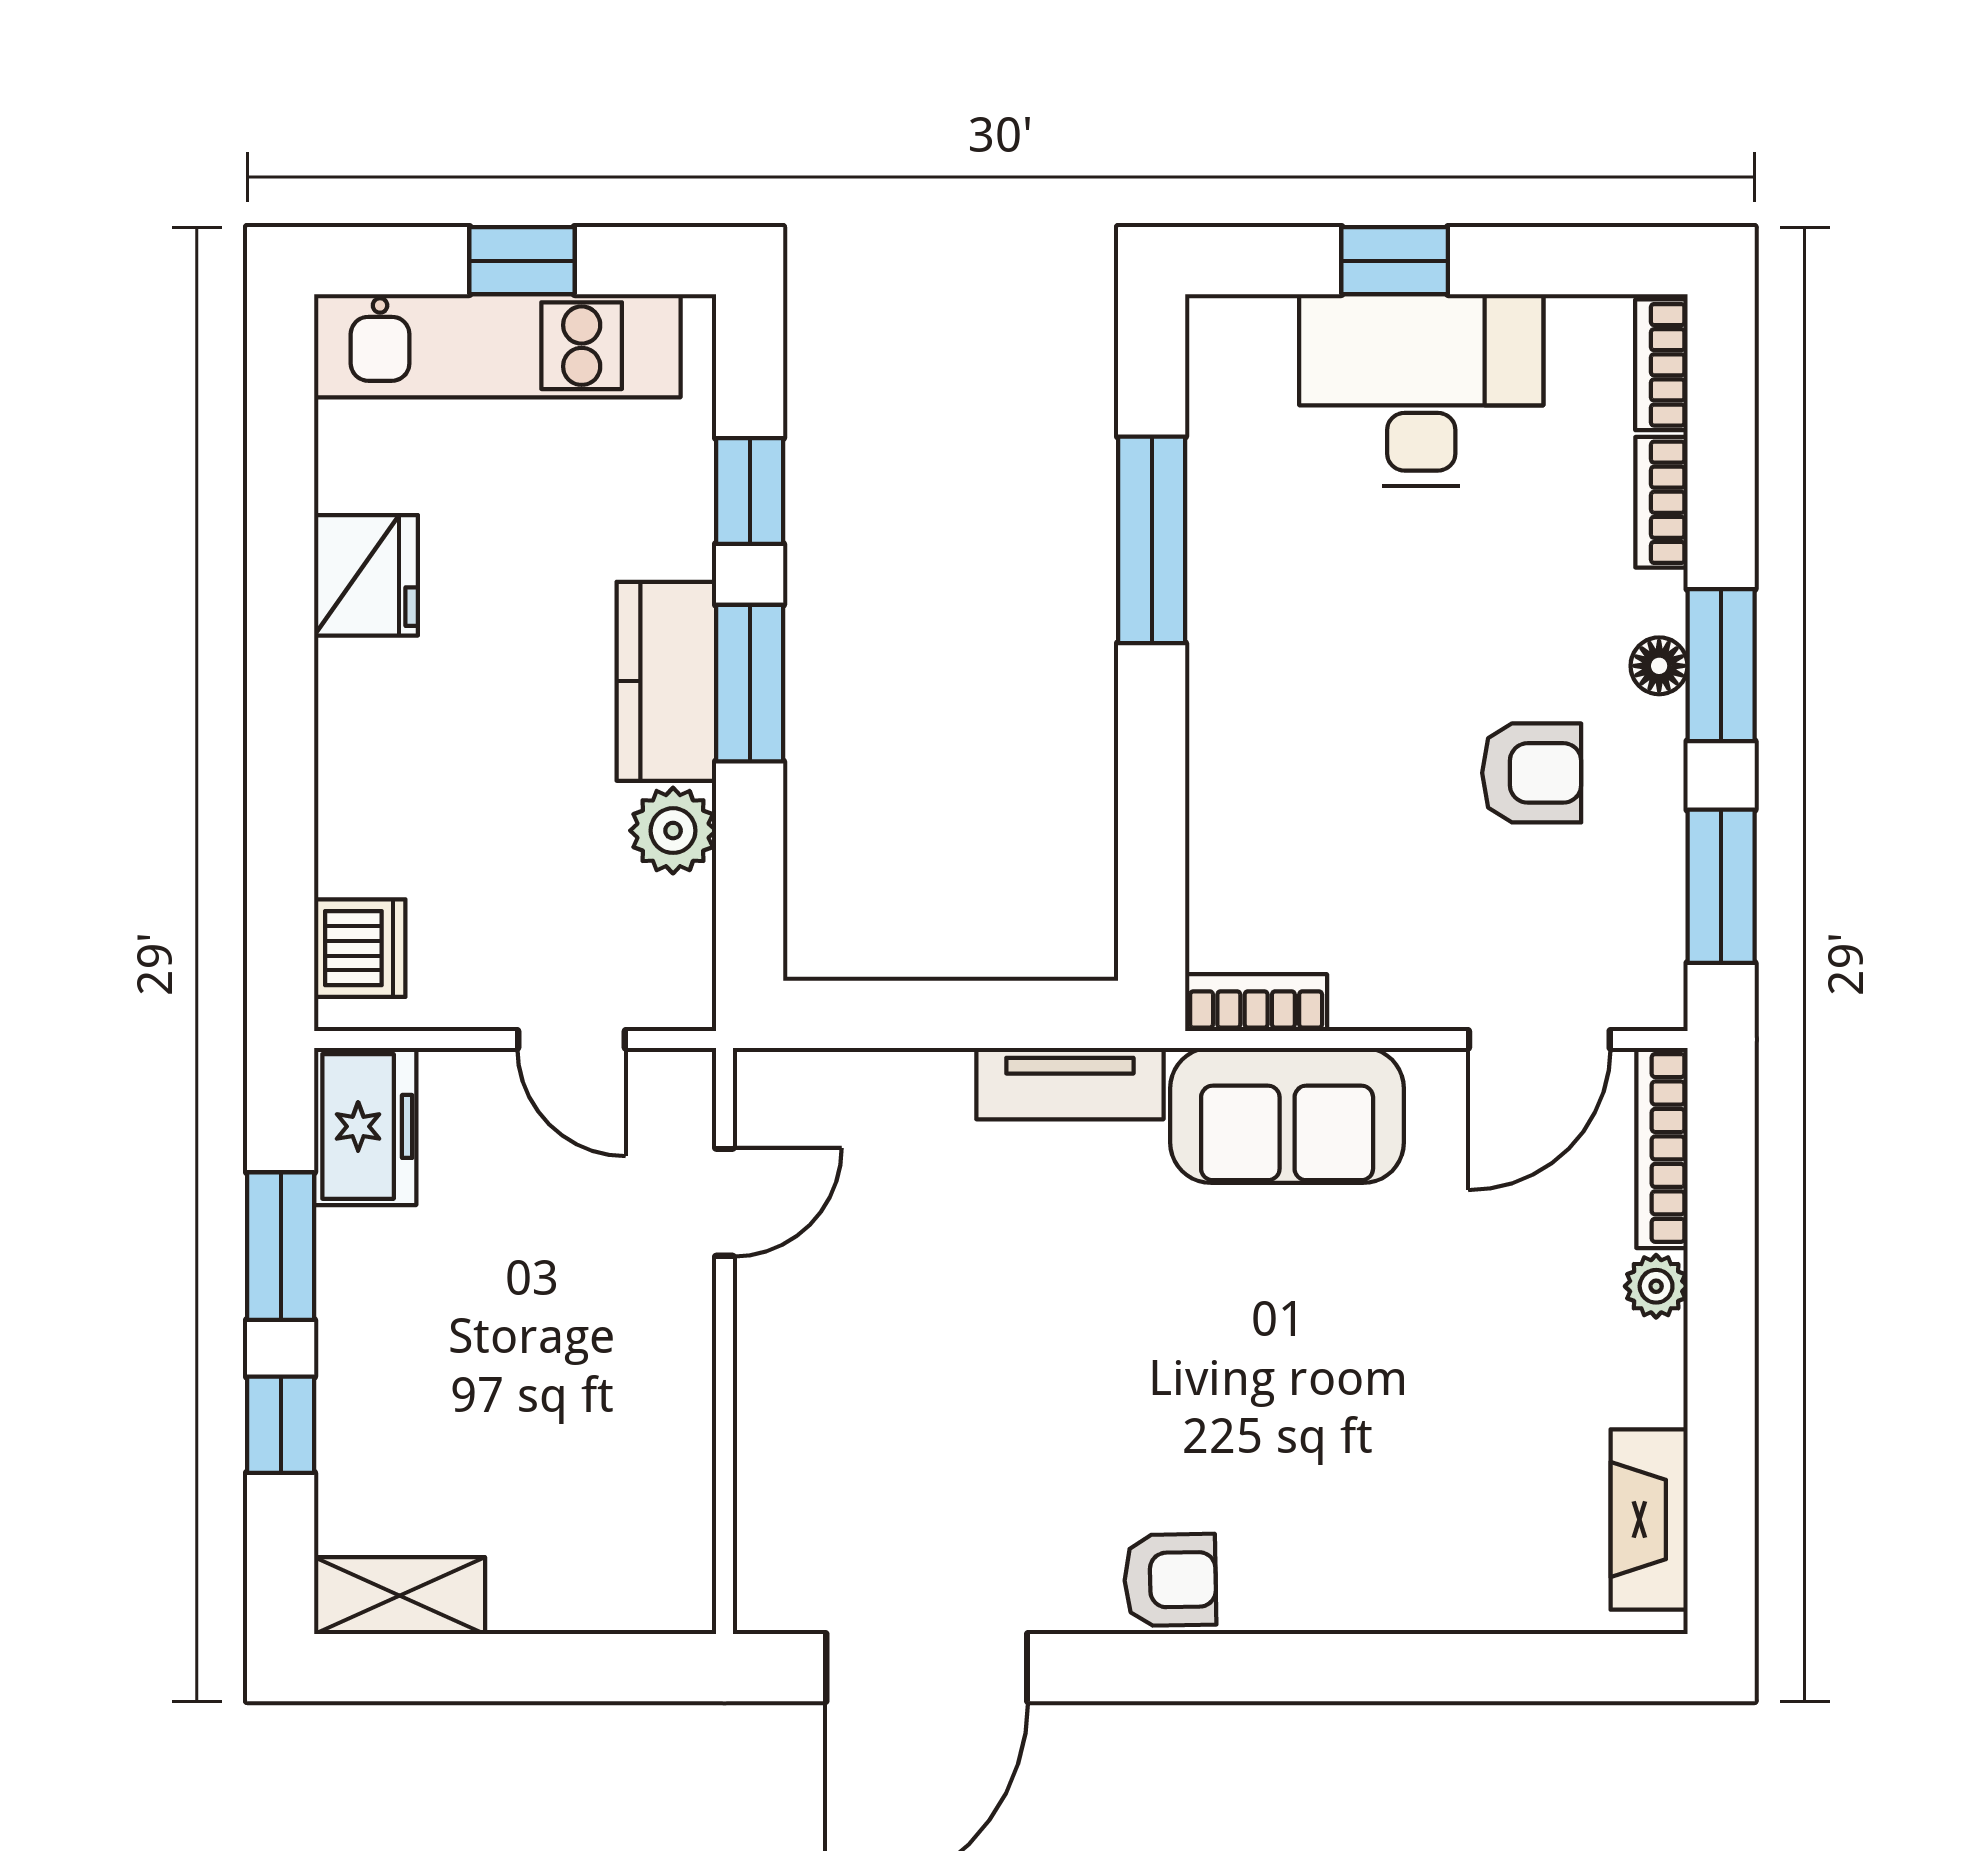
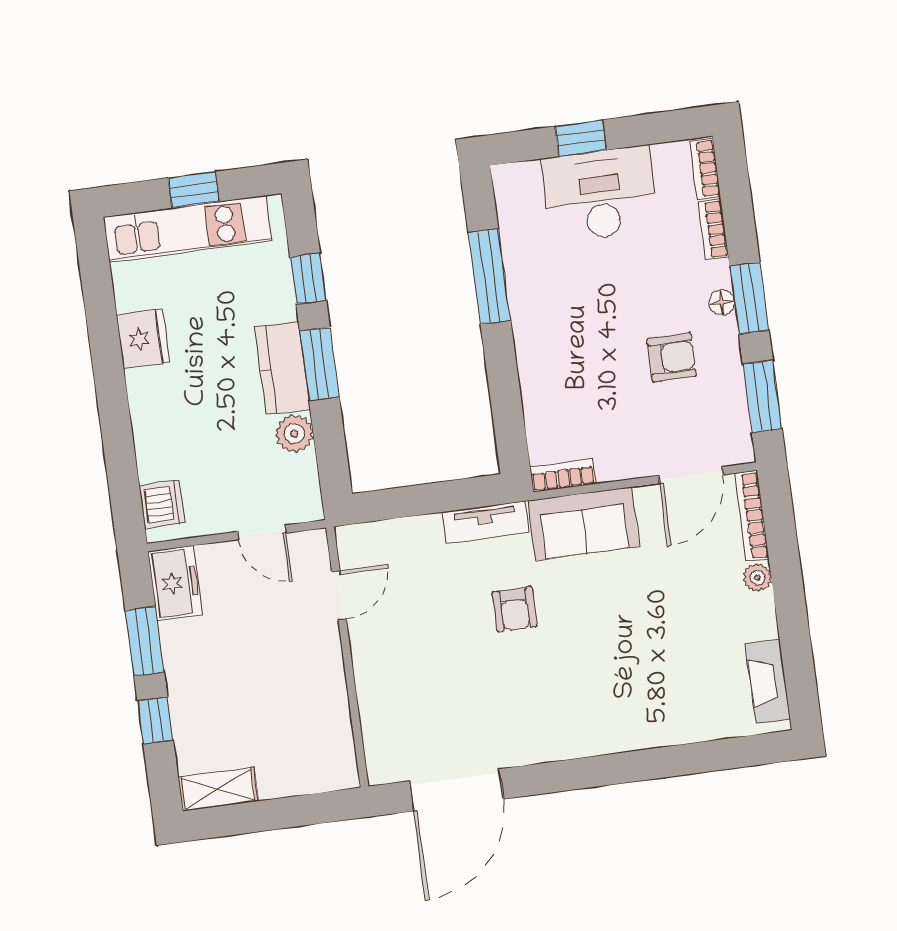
armchair: (1170, 1580) -> (515, 609), moved, turned 91

